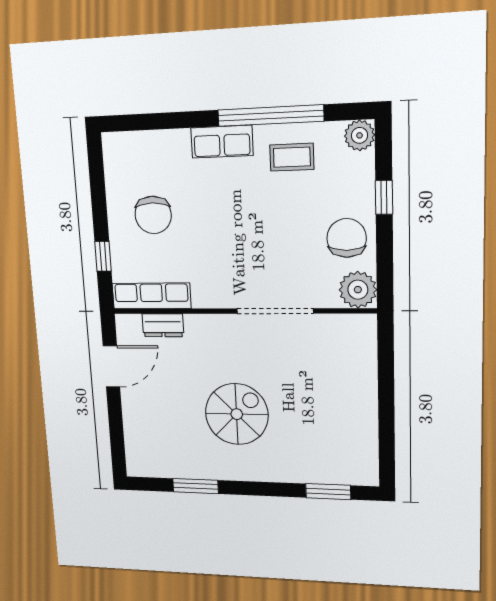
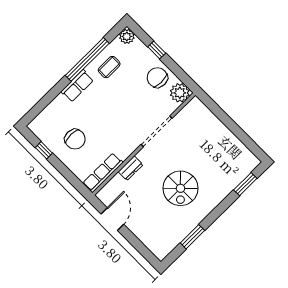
window: (103, 256) -> (44, 150), moved
dresser: (163, 325) -> (131, 168), moved
spiral stairs: (237, 414) -> (180, 188), turned 180

